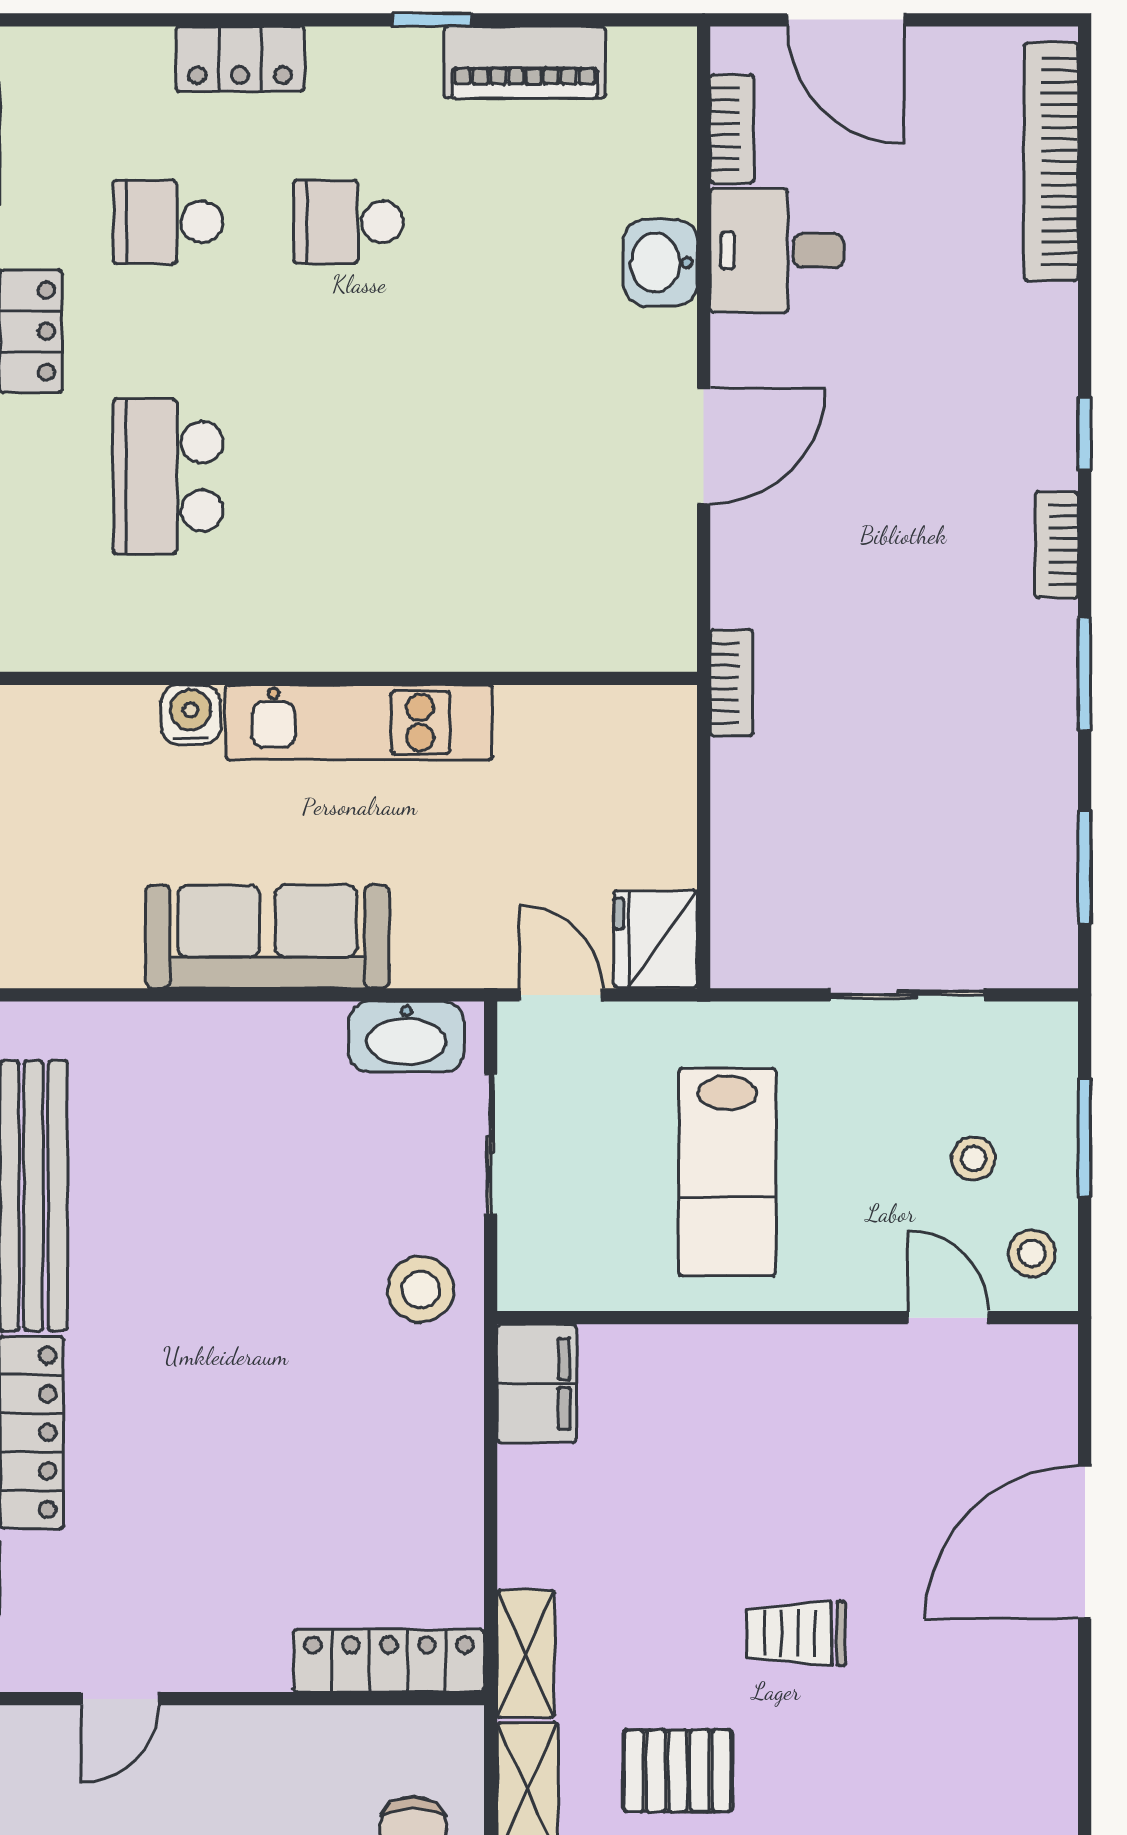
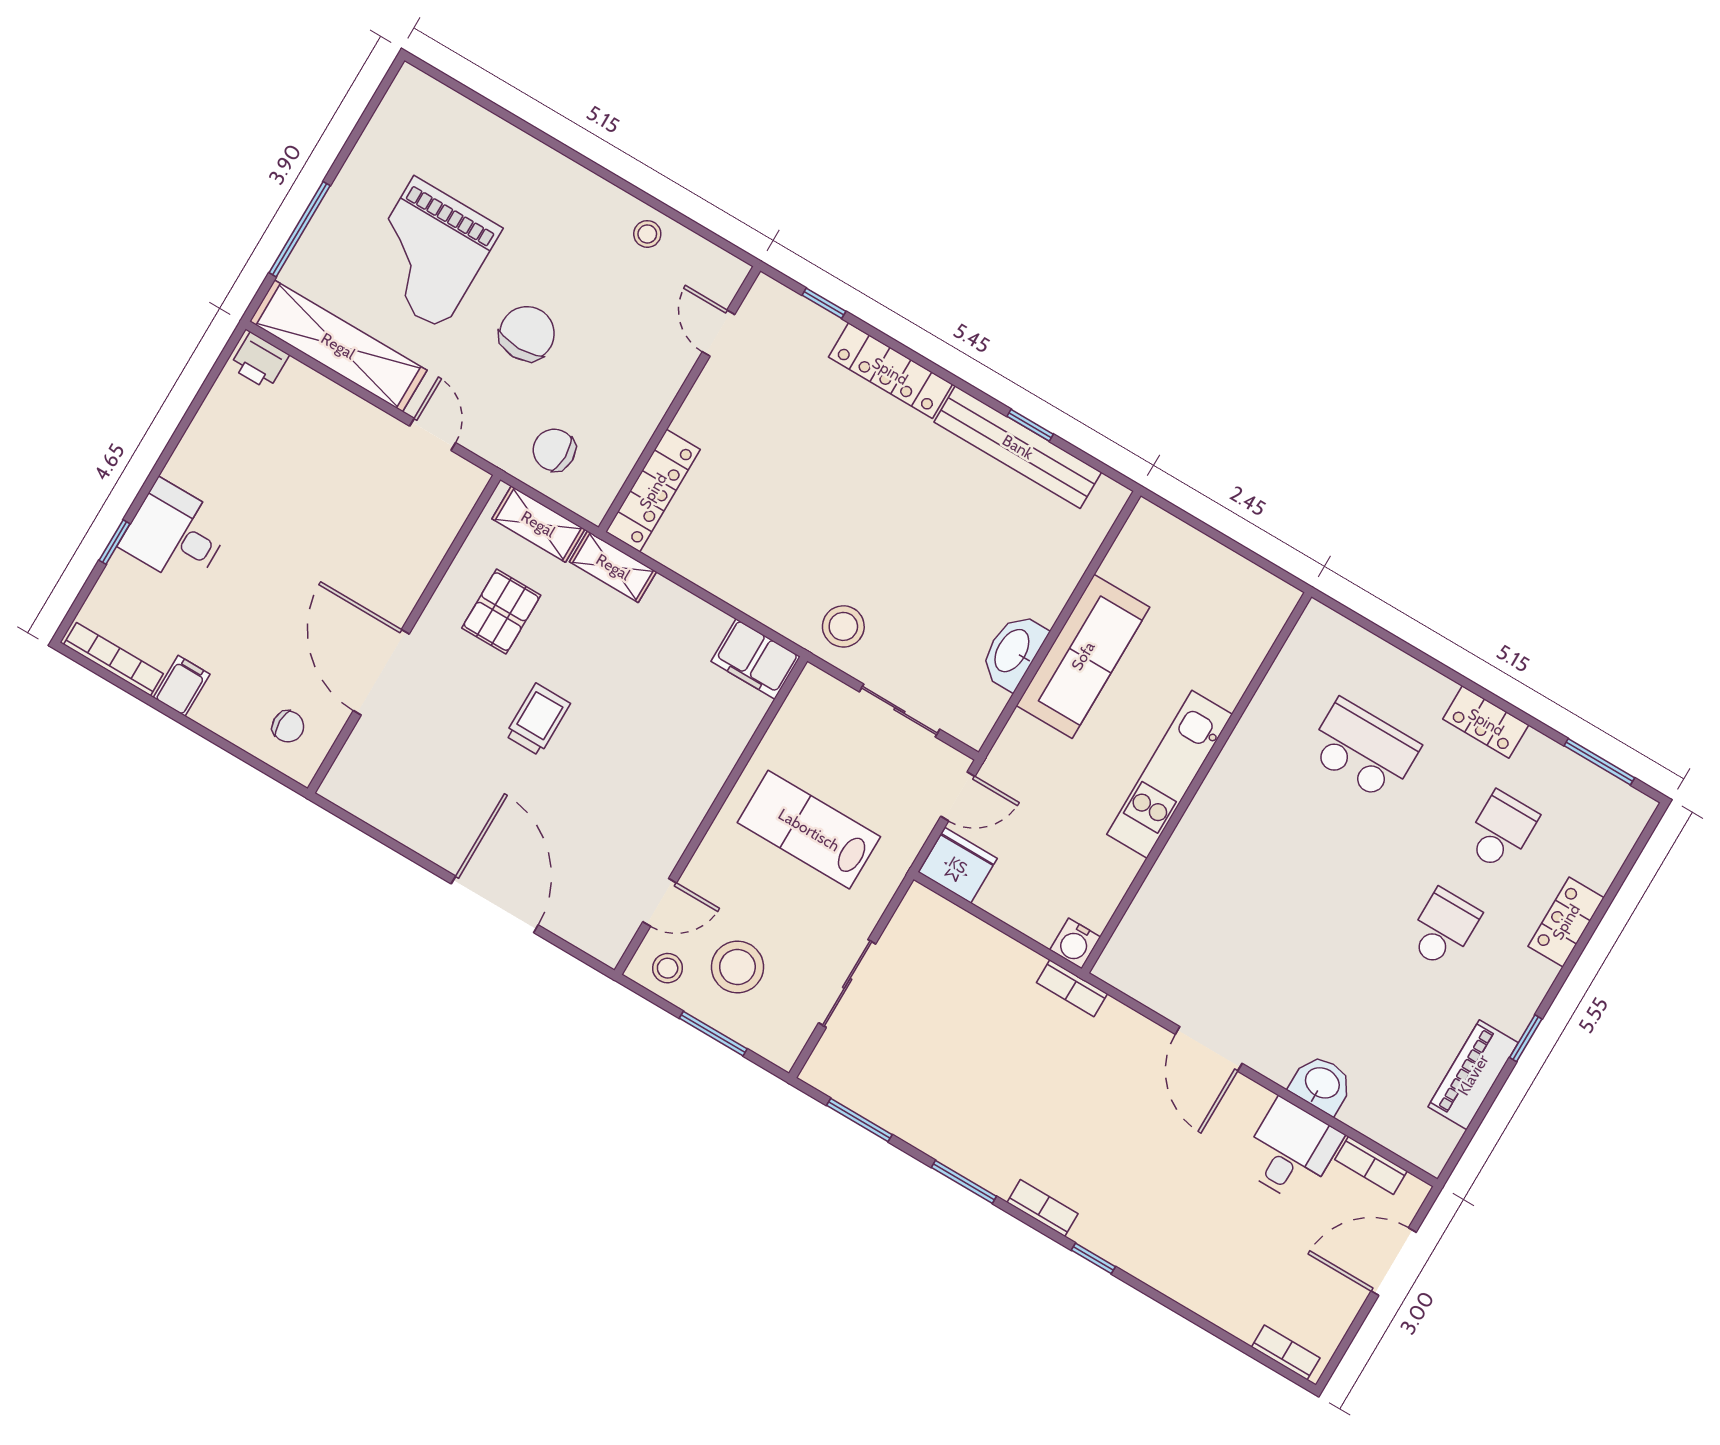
bookcase: (1051, 162) -> (1286, 1352), width x0.43, depth x0.76
water cooler: (191, 715) -> (1075, 943), moved, turned 90
washbasin: (406, 1037) -> (1013, 651), moved
stool: (974, 1159) -> (737, 967), width x1.89, depth x1.89

